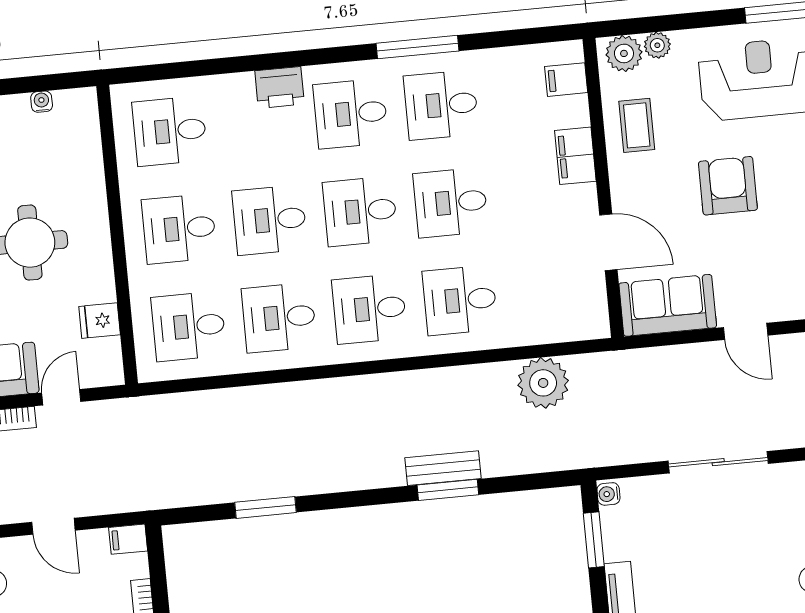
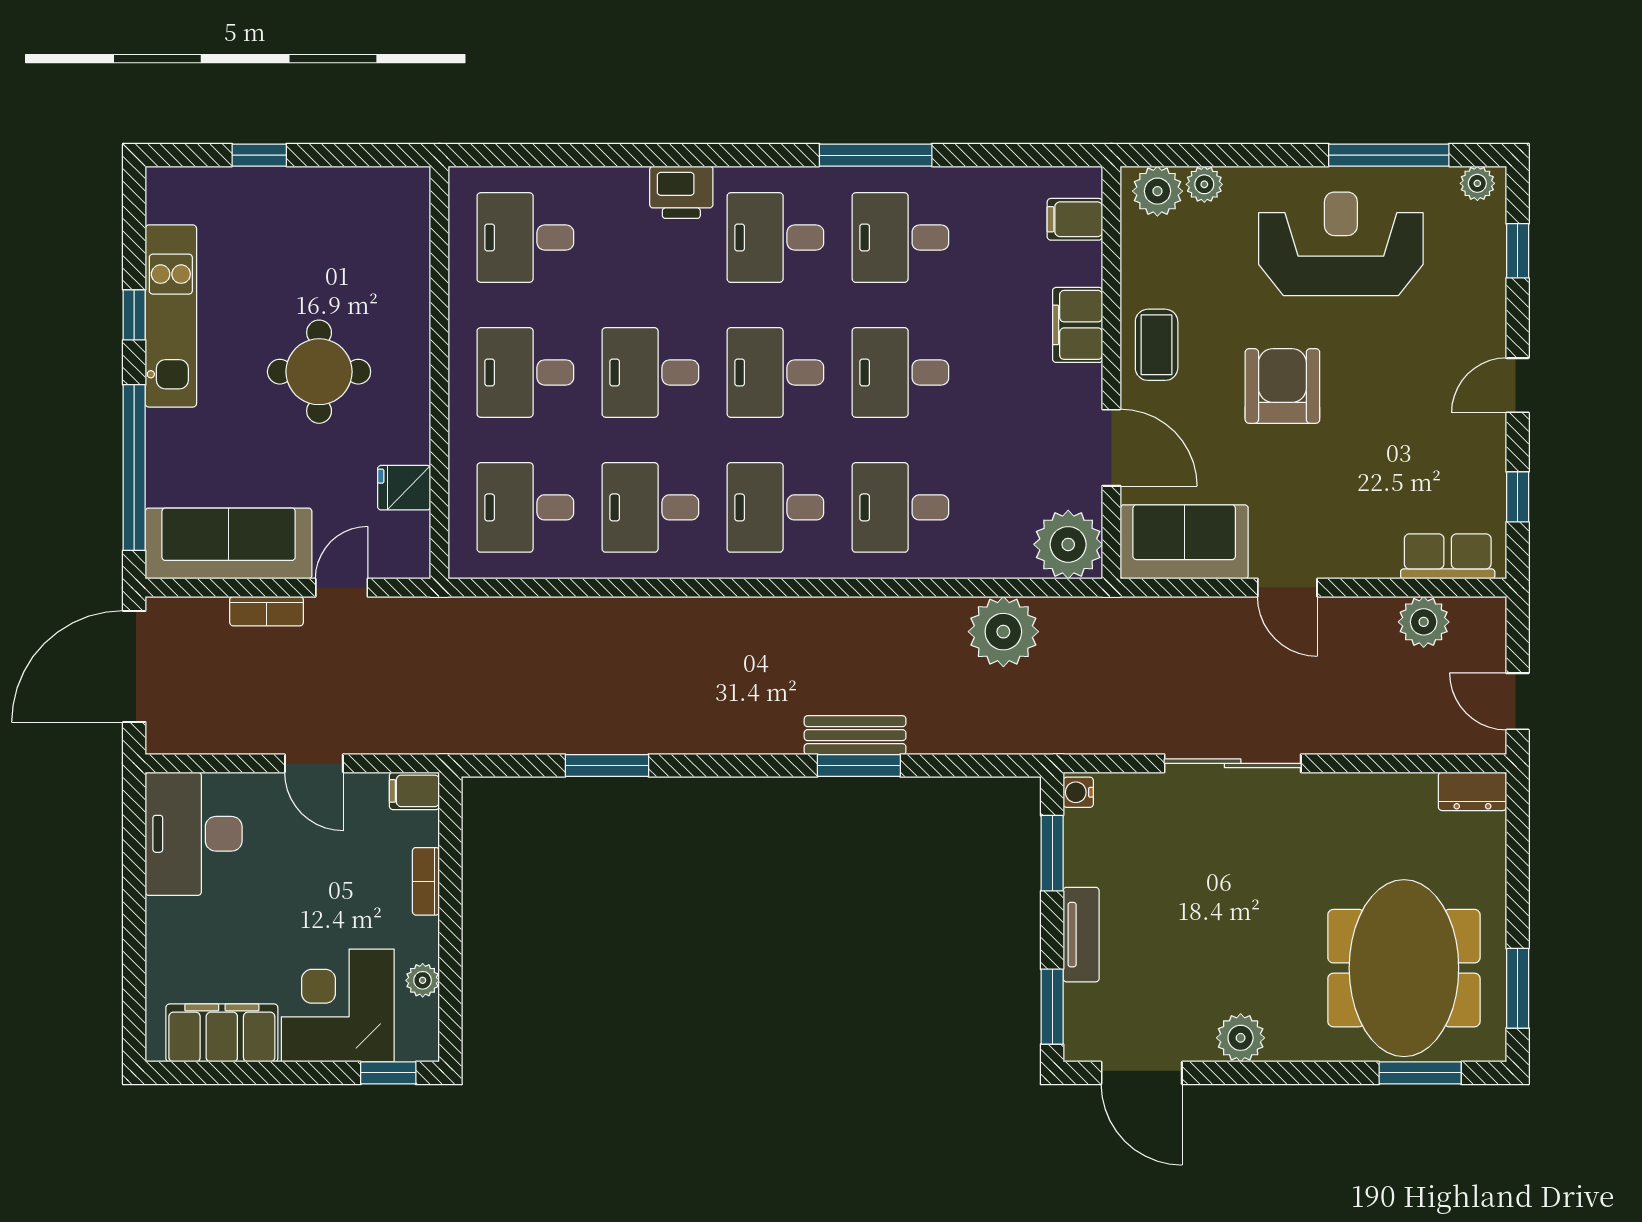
water cooler: (42, 102) -> (354, 180), removed
coffee table: (637, 125) -> (1157, 345), moved
plant: (584, 315) -> (1068, 544), added

